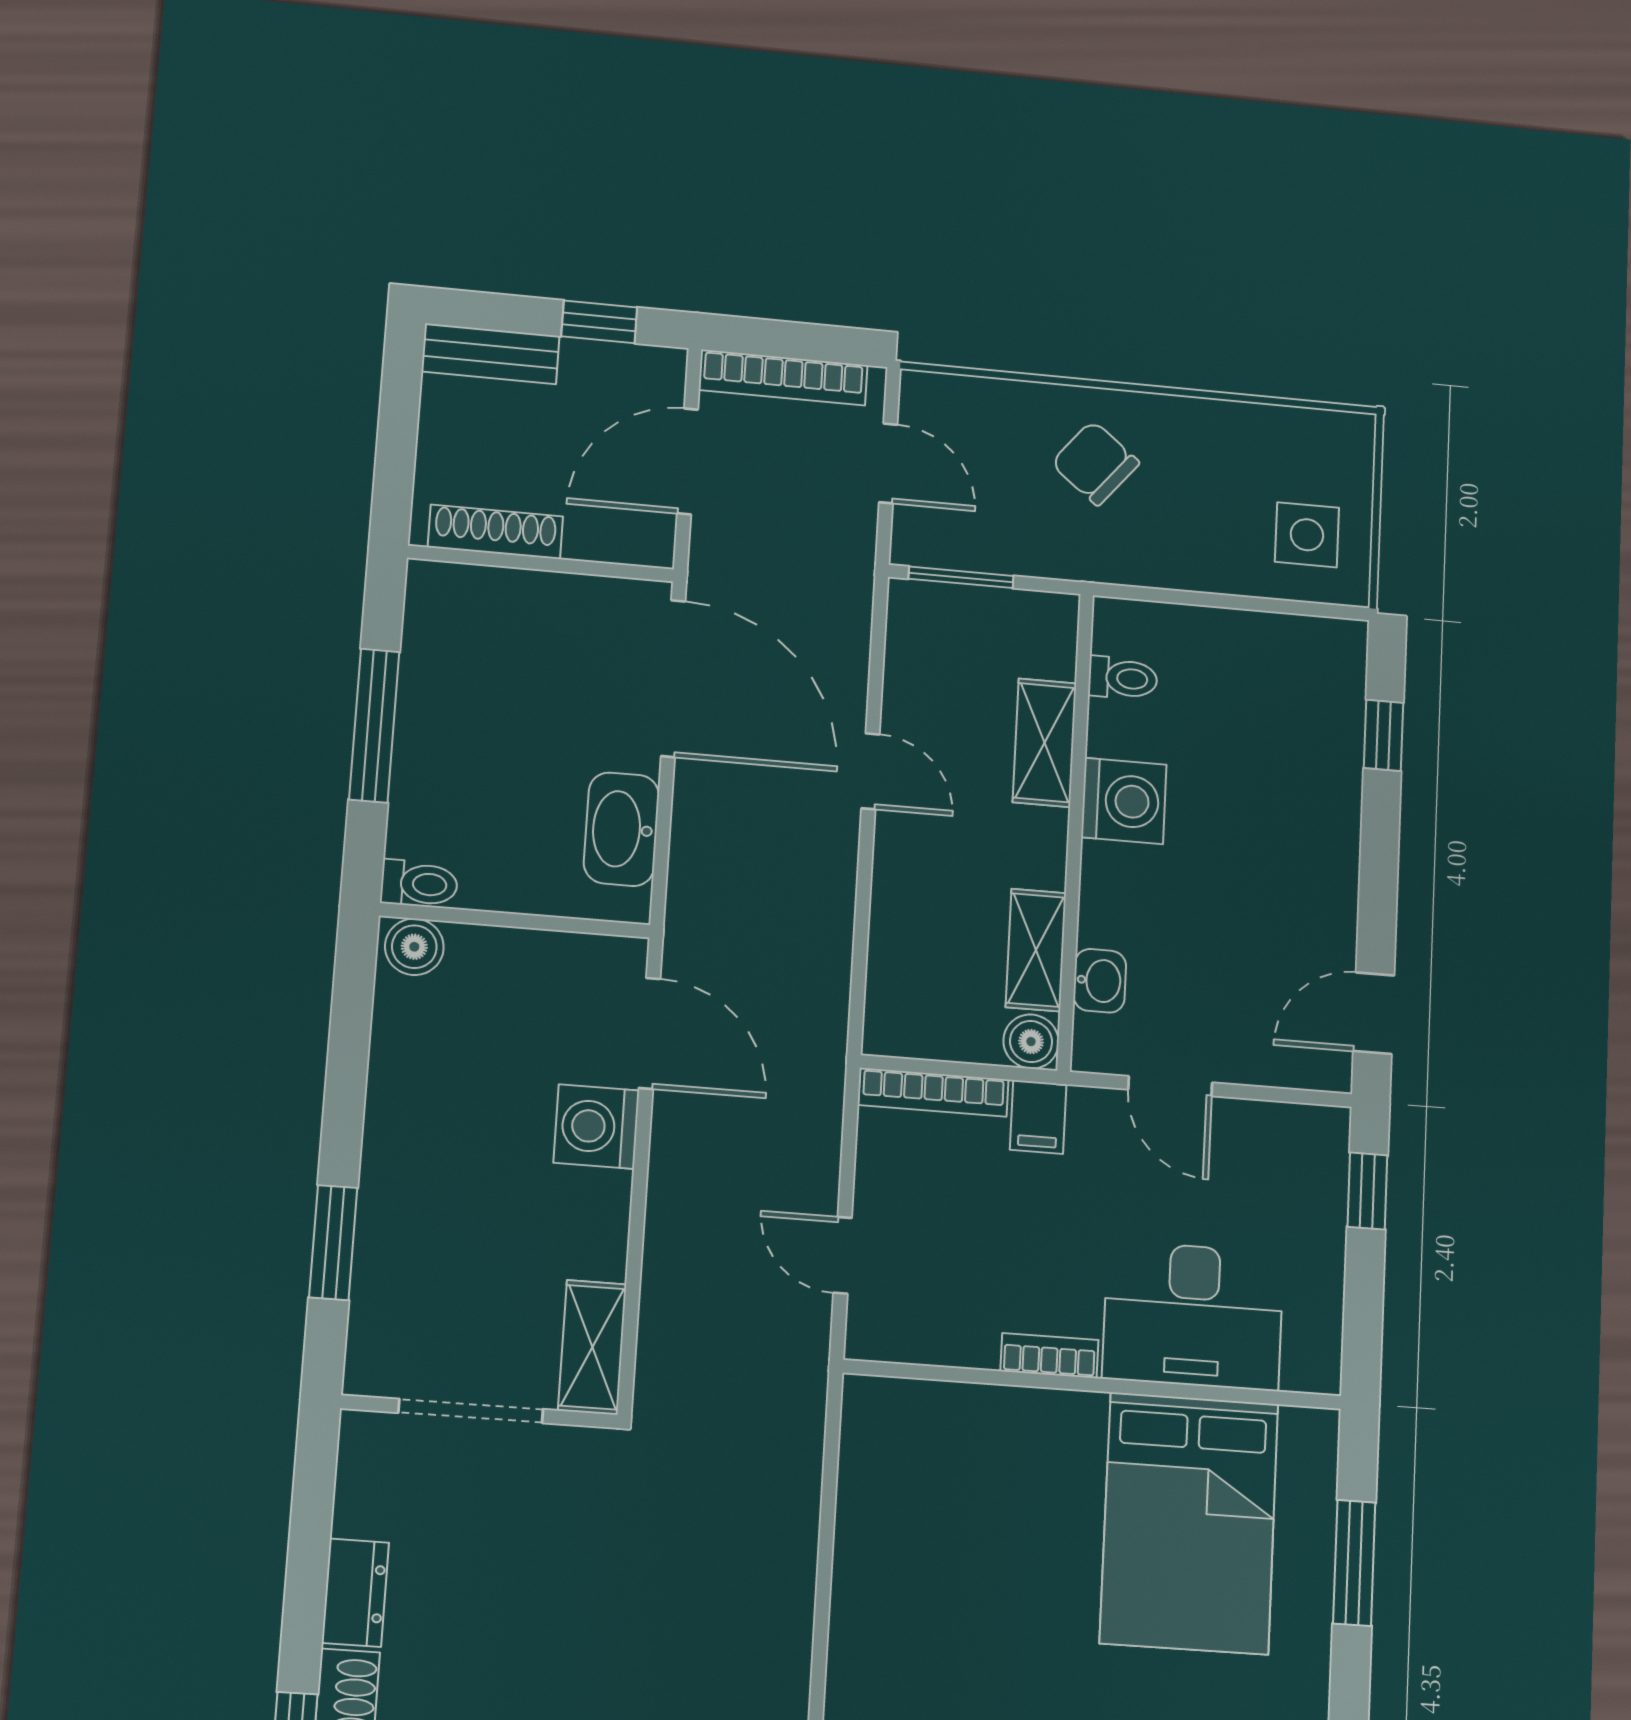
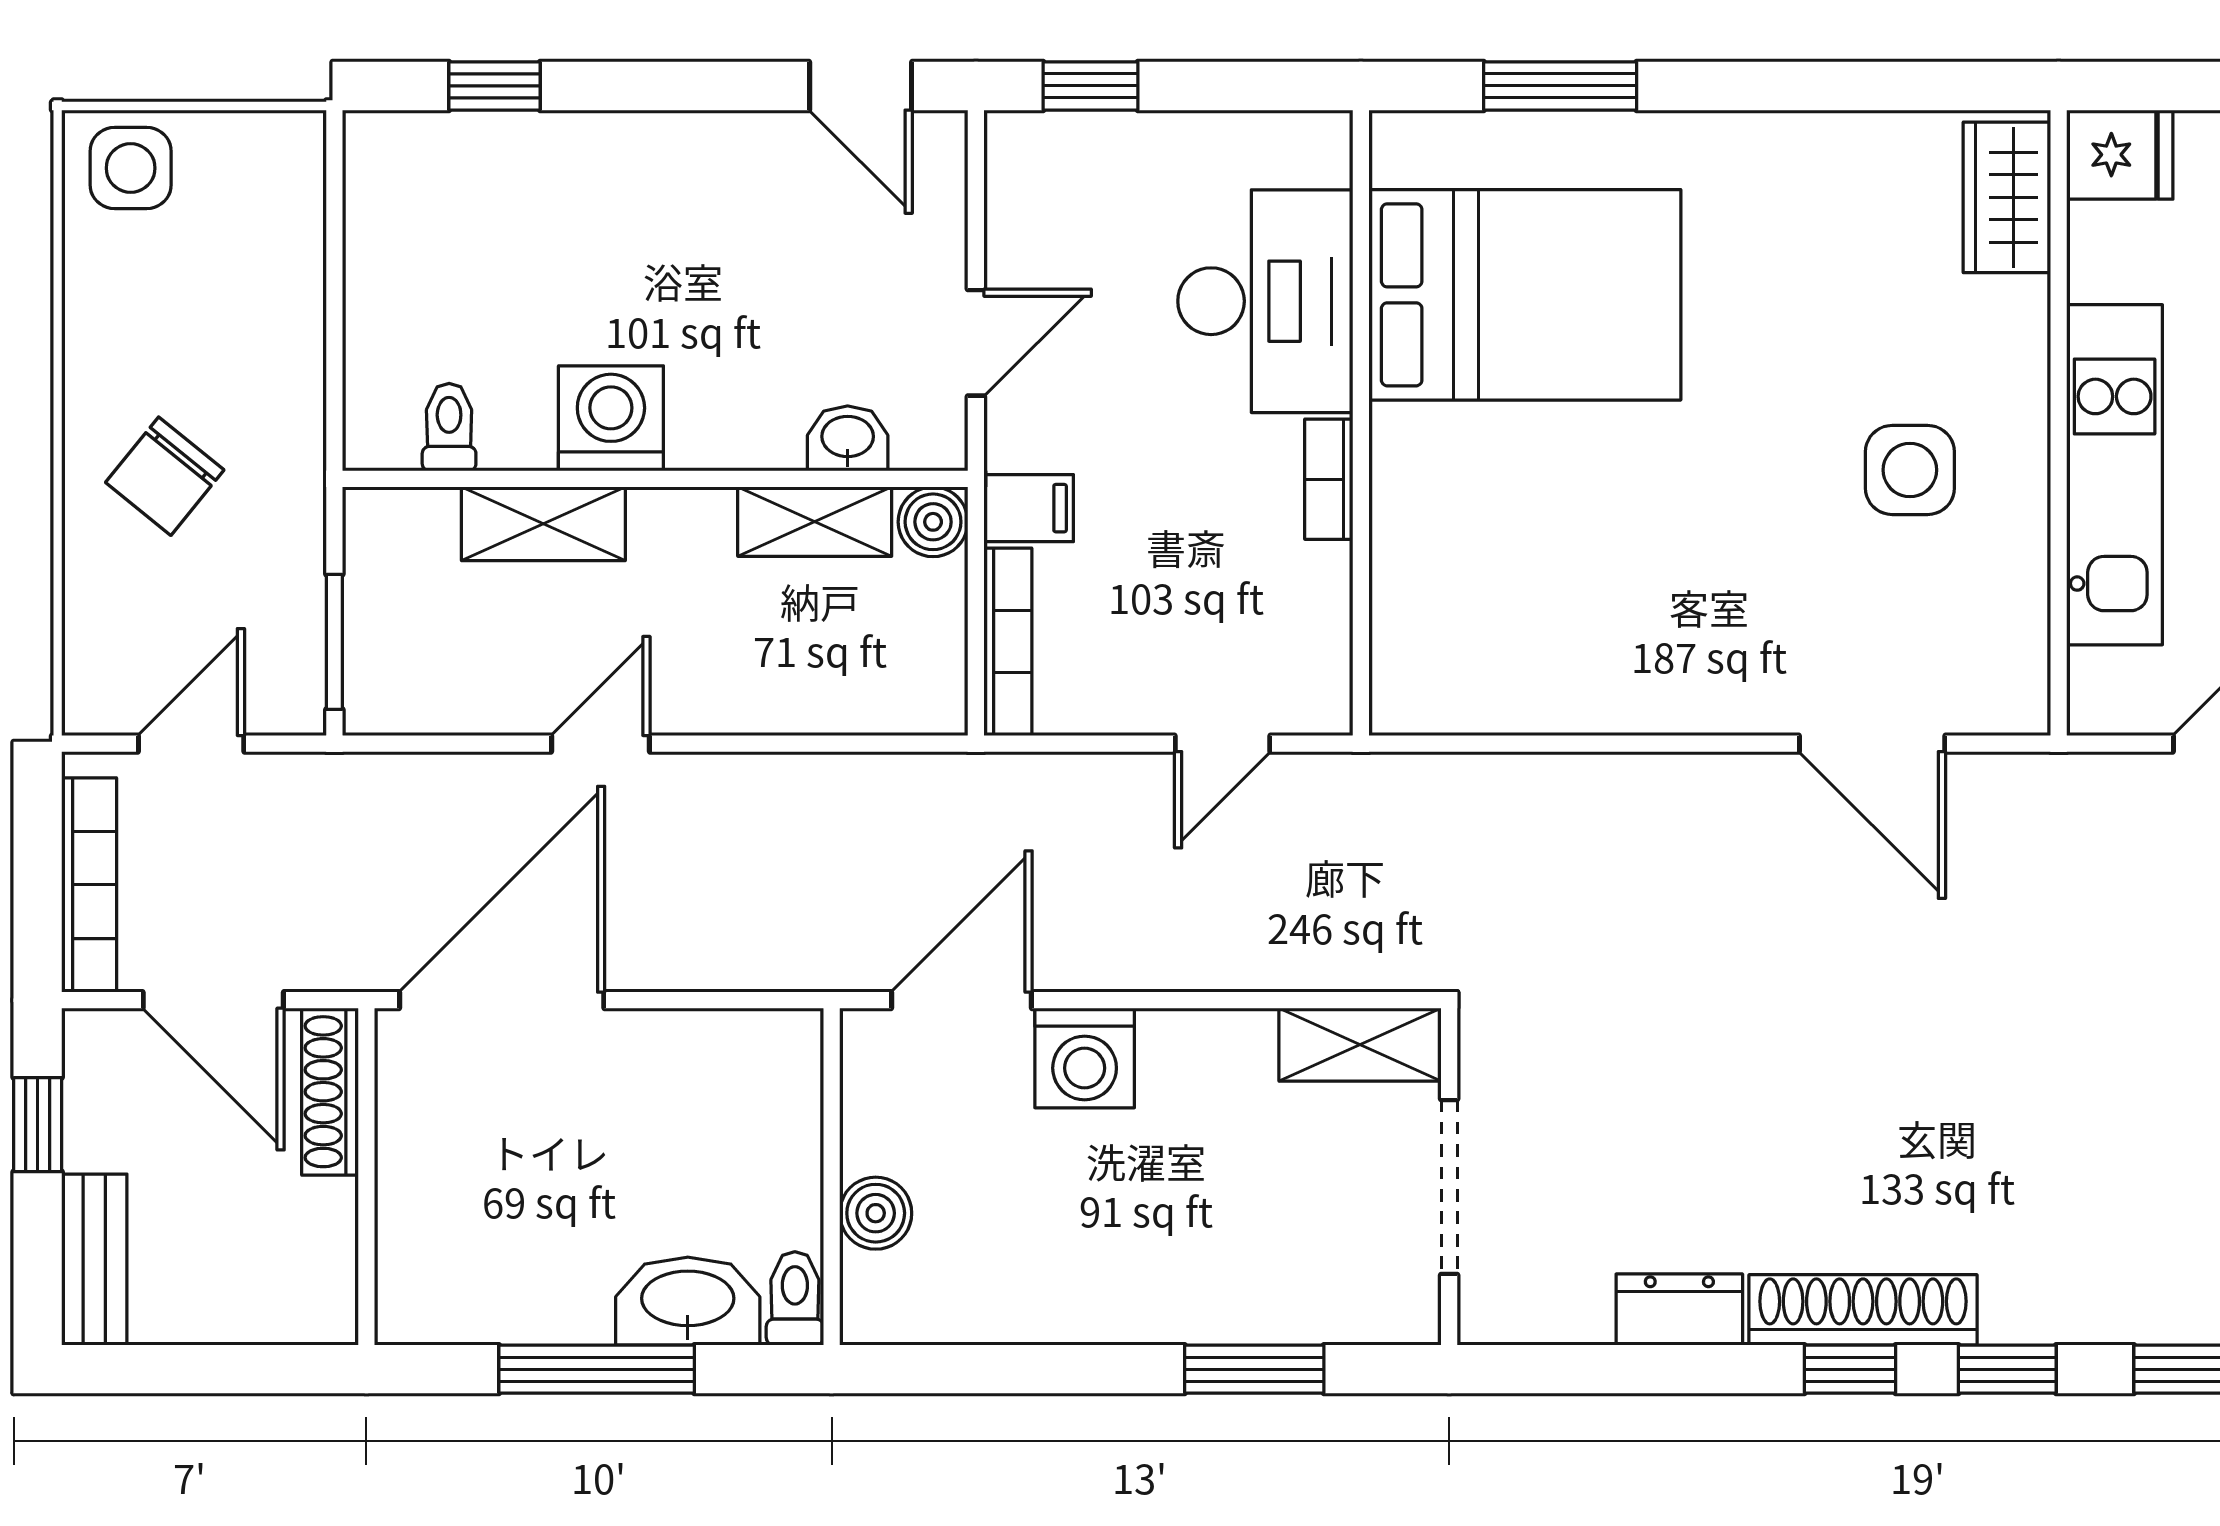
shoe rack: (495, 532) -> (330, 1092), moved
side table: (1307, 535) -> (131, 168), moved
washbasin: (621, 829) -> (688, 1301), moved, turned 180
boiler: (414, 947) -> (876, 1213), moved

